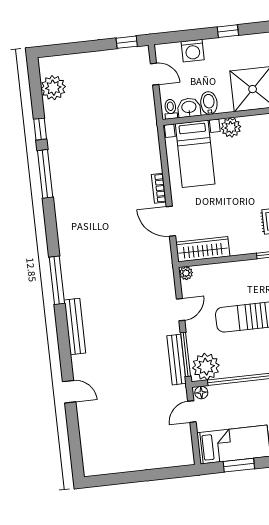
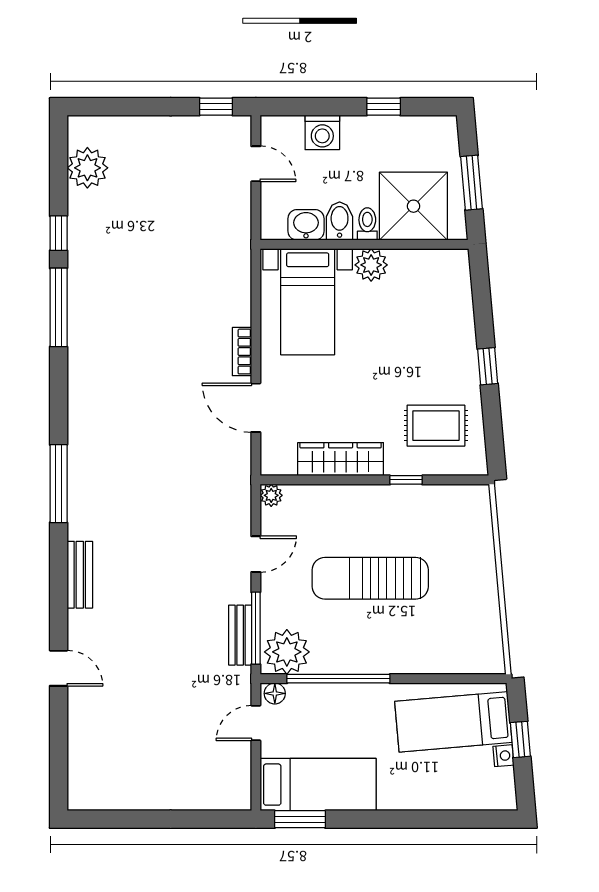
toilet: (171, 109) -> (367, 224), moved
wardrobe: (203, 249) -> (341, 459), moved
bench: (75, 326) -> (80, 575), width x0.73
bench: (177, 360) -> (240, 635), width x0.73
window: (239, 465) -> (300, 819), moved

